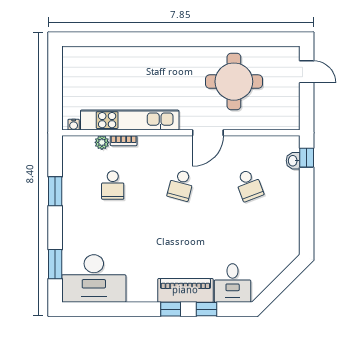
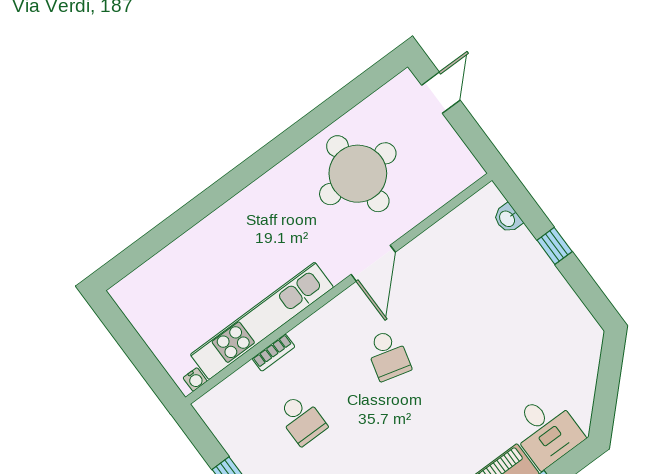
door: (307, 72) -> (441, 93), hinge flipped
plant: (102, 142) -> (248, 375), removed
window: (307, 158) -> (555, 246), moved
school desk: (249, 185) -> (475, 291), removed

